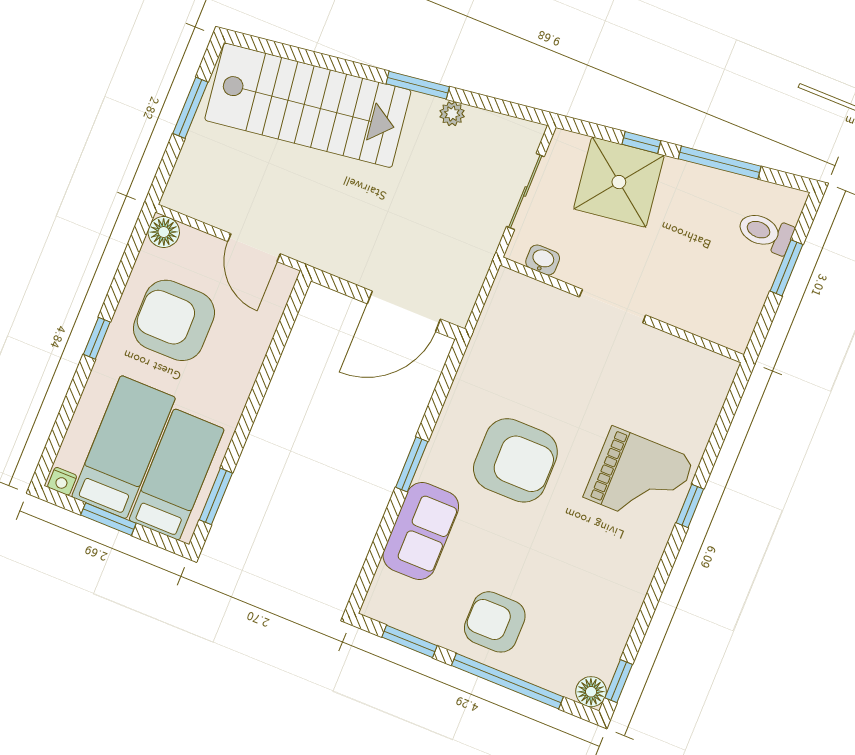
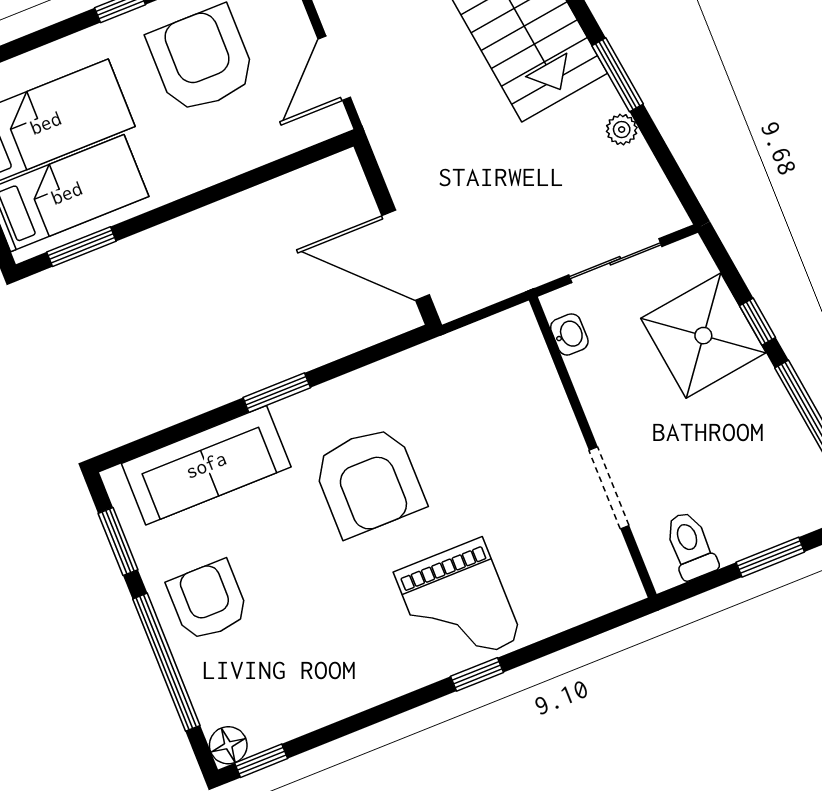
toilet: (765, 232) -> (690, 545), moved
doorway: (613, 306) -> (609, 488), moved
sofa: (421, 531) -> (206, 465), width x1.36

